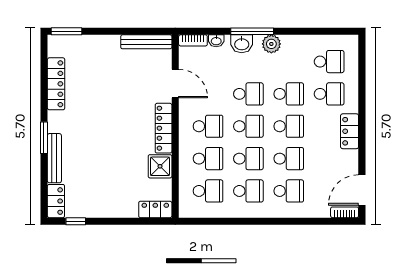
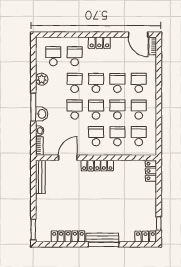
plant: (271, 44) -> (42, 79), moved
window: (44, 138) -> (104, 244), width x1.44
bench: (54, 158) -> (102, 238), moved
shower: (160, 166) -> (122, 168), removed

